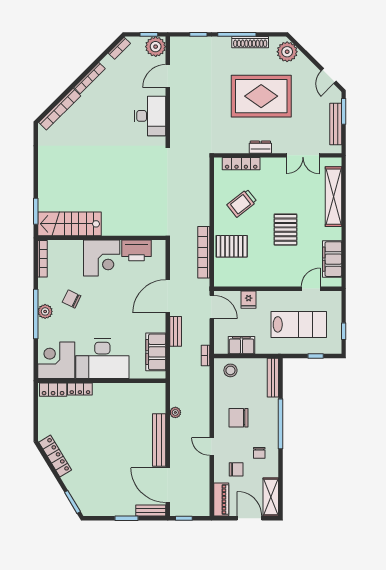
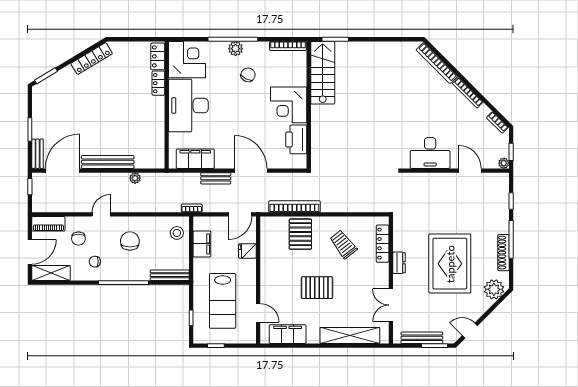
plant: (156, 47) -> (504, 163), width x0.53, depth x0.53

